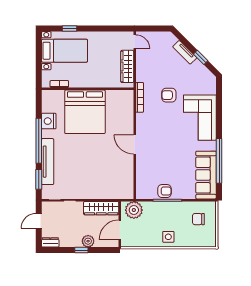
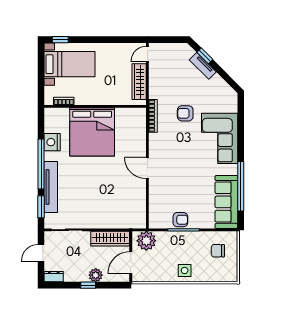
window: (69, 29) -> (60, 40), moved
door: (135, 42) -> (147, 54), swing flipped
window: (201, 57) -> (205, 56), moved

